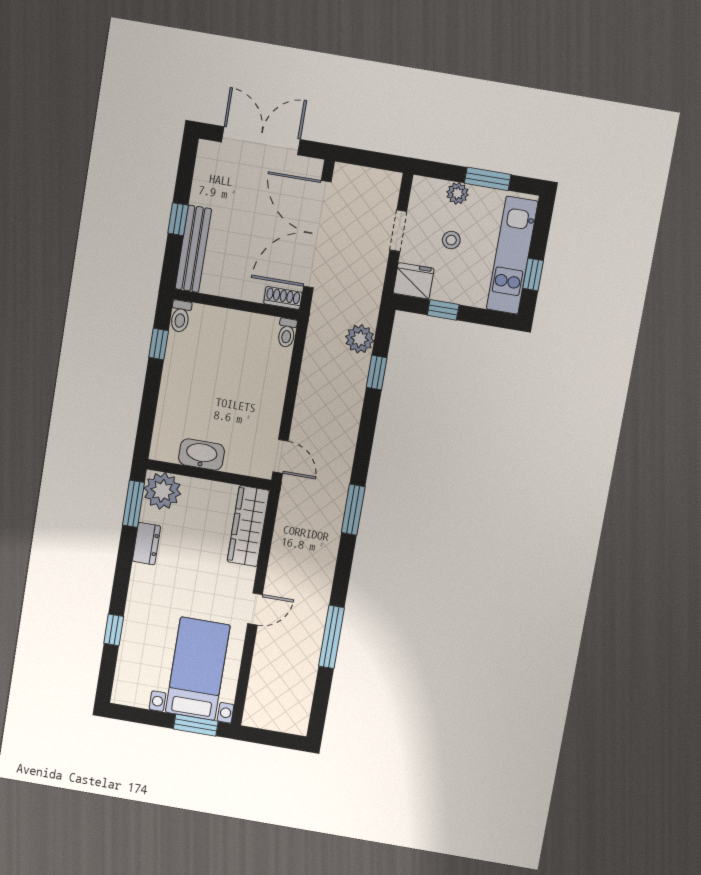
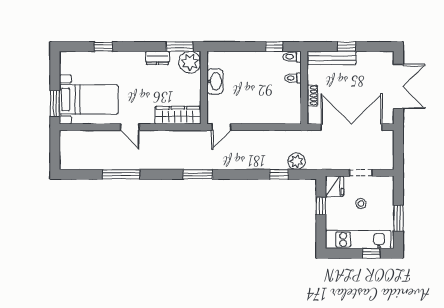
plant: (457, 193) -> (388, 202), removed
window: (533, 274) -> (371, 253), moved
shoe rack: (283, 298) -> (312, 95), moved
toilet: (287, 333) -> (293, 78), moved

